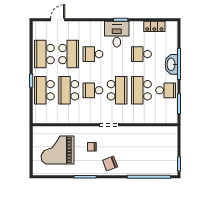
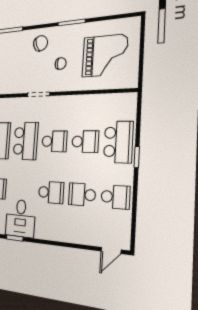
door: (58, 20) -> (111, 250), moved
school desk: (44, 54) -> (115, 197), width x0.54
school desk: (69, 54) -> (82, 195), width x0.54
school desk: (69, 90) -> (85, 142), width x0.54
school desk: (117, 90) -> (26, 141), turned 180

